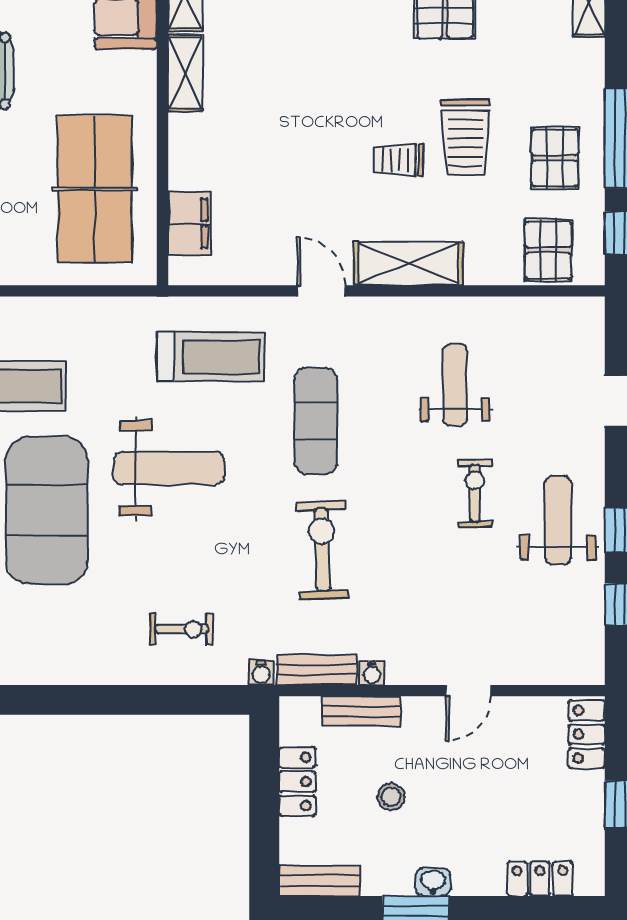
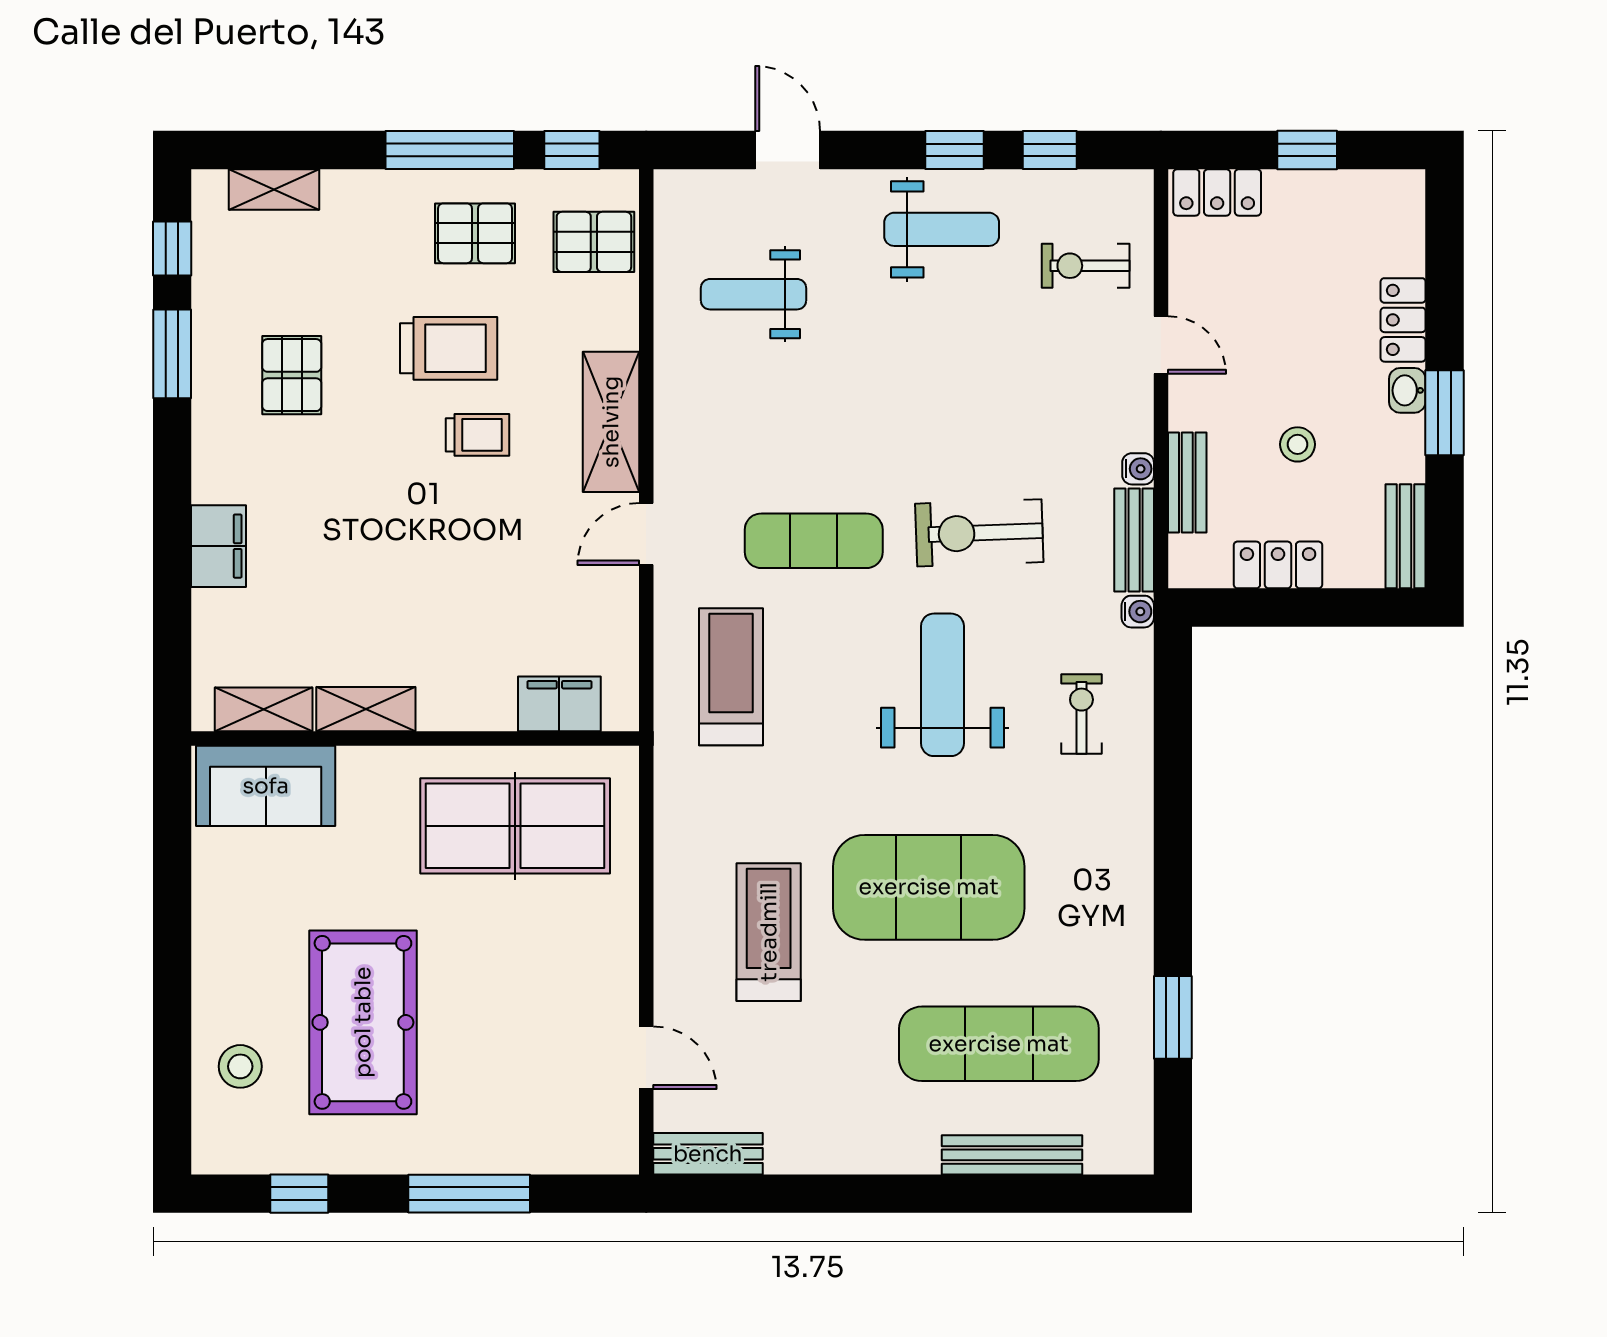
trolley: (398, 160) -> (477, 435), turned -90
weight bench: (455, 385) -> (753, 294), moved
weight bench: (169, 468) -> (942, 685), moved
exercise bike: (475, 493) -> (1086, 266), moved
weight bench: (558, 520) -> (942, 229), turned 180
locker: (540, 879) -> (1403, 320), moved

